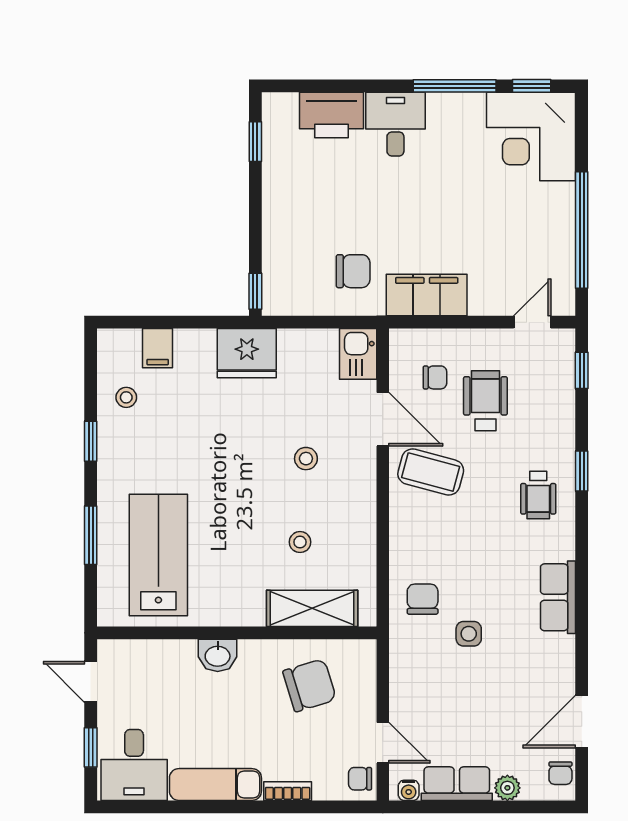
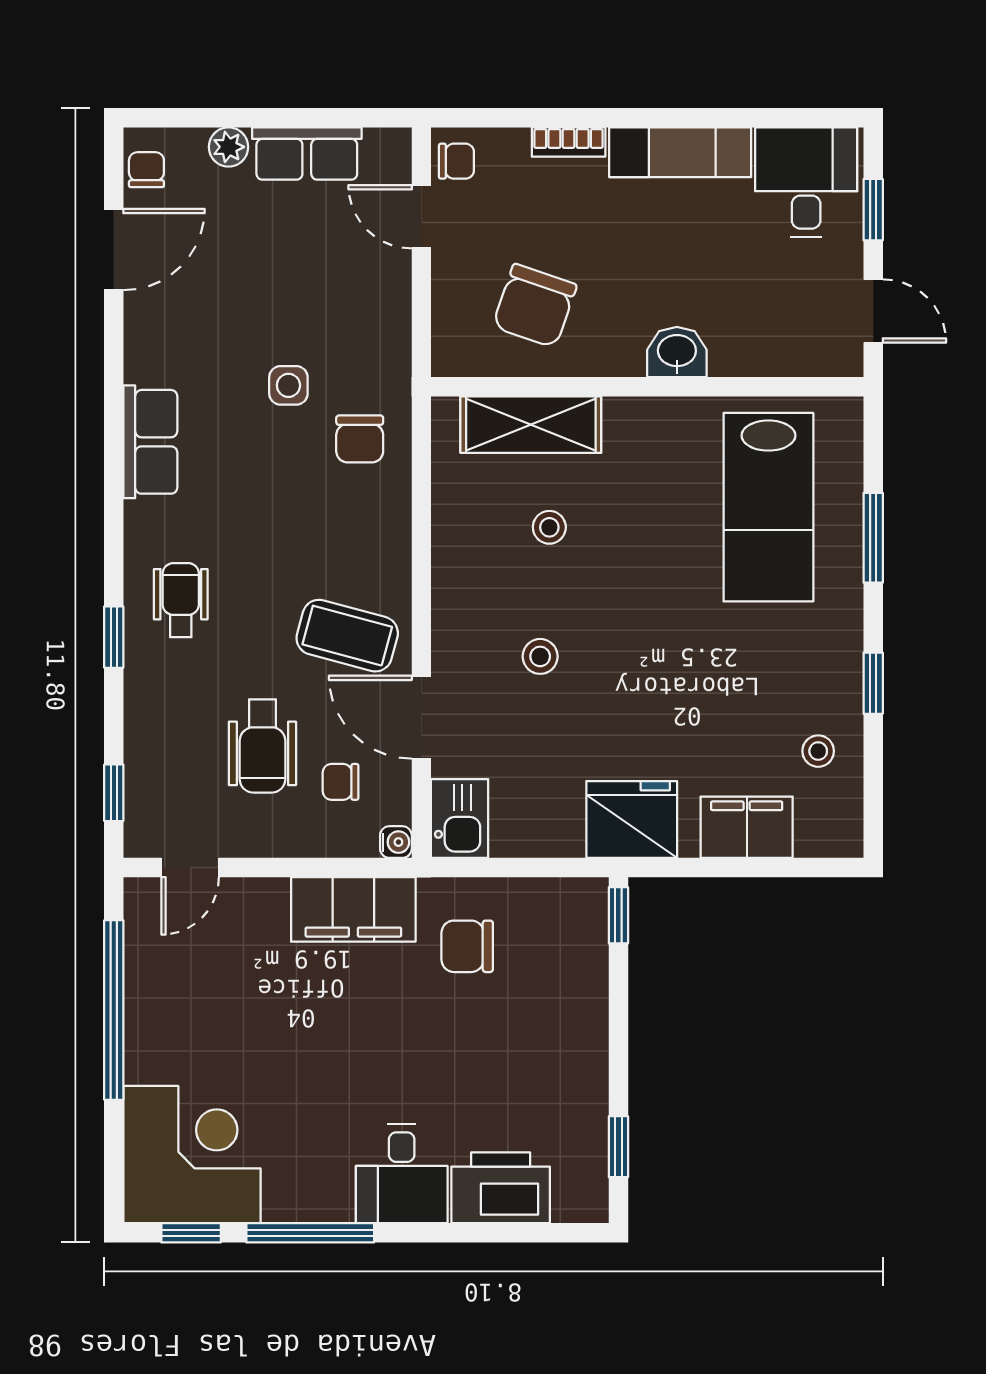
filing cabinet: (158, 348) -> (747, 827), width x2.00
chair: (310, 685) -> (535, 306), turned -54
water cooler: (409, 790) -> (396, 842), moved, turned 90

